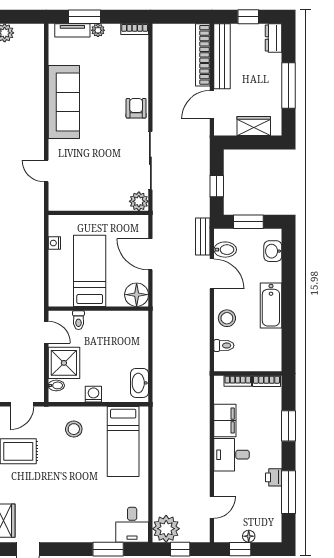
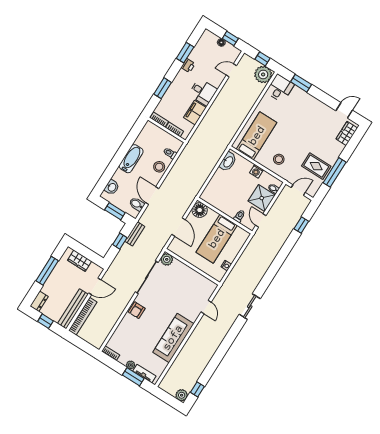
bench: (203, 236) -> (135, 234), moved
window: (288, 492) -> (185, 53), width x0.69

